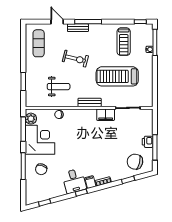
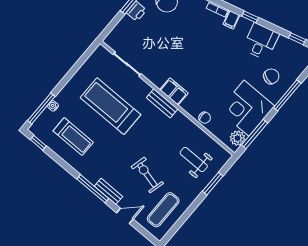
door: (57, 22) -> (125, 216), swing flipped
treadmill: (124, 42) -> (73, 137), turned 90
exercise bike: (75, 59) -> (147, 175), moved
treadmill: (117, 76) -> (110, 106), turned 180
weight bench: (59, 87) -> (194, 159), moved
filing cabinet: (106, 115) -> (174, 91), moved
desk: (74, 181) -> (261, 41), moved

